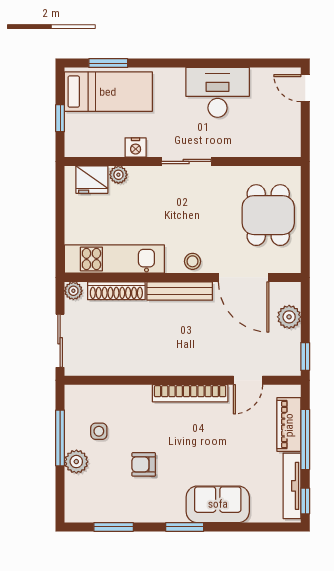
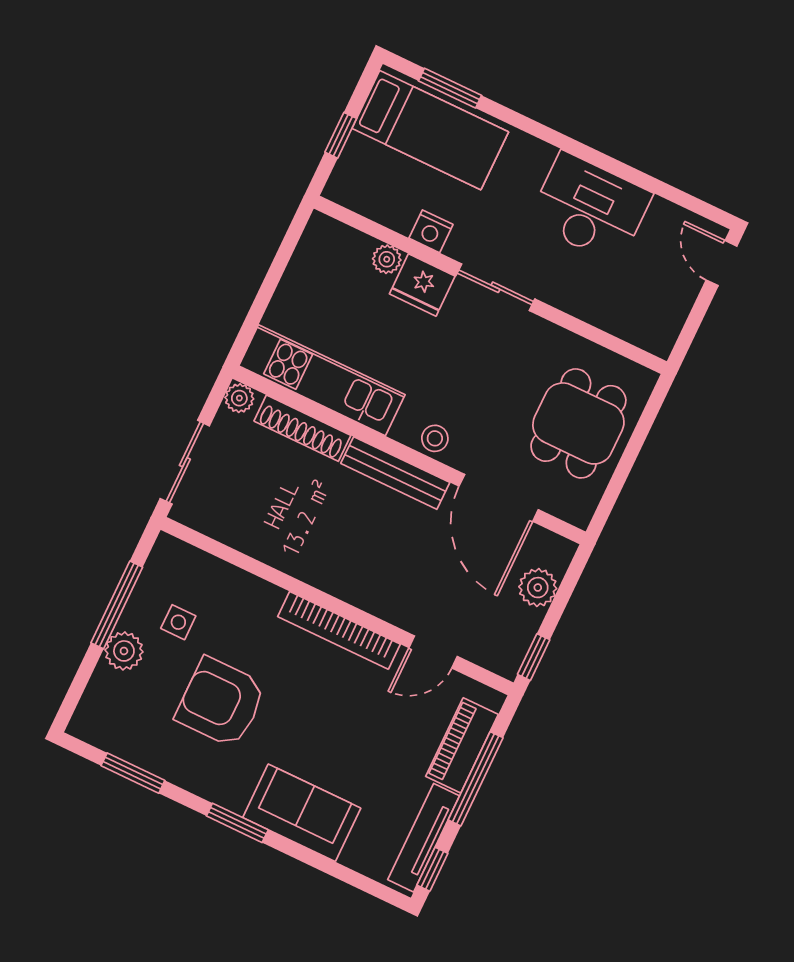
fridge: (92, 180) -> (422, 285), moved
armchair: (144, 464) -> (221, 702), width x1.88, depth x1.88

